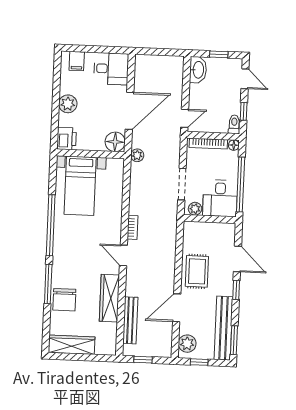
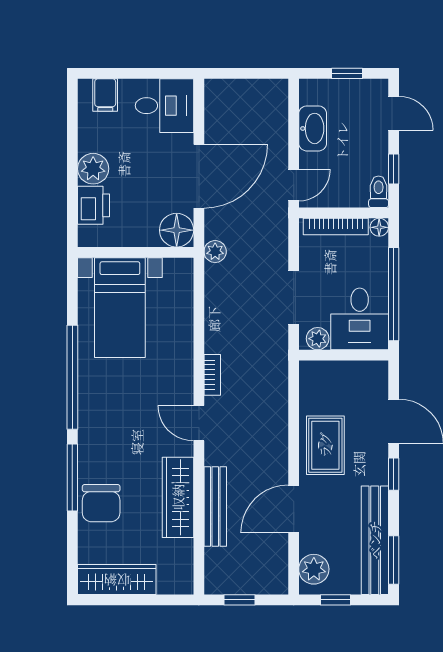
washbasin: (198, 70) -> (313, 128), moved
printer: (67, 139) -> (93, 205), moved
bench: (130, 320) -> (215, 506), moved

